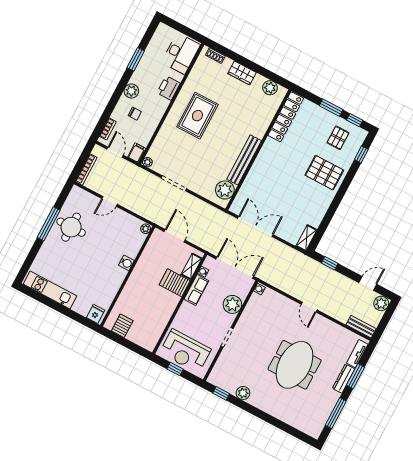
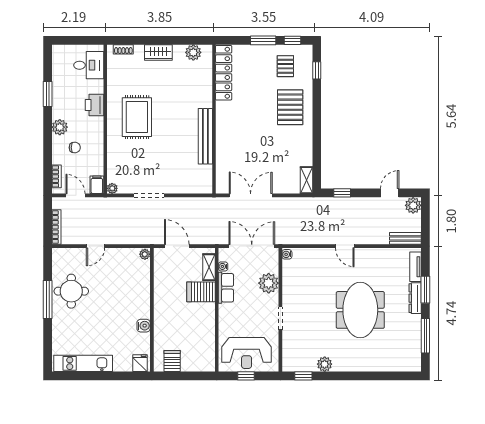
desk: (181, 54) -> (89, 65), width x0.73
pallet: (324, 173) -> (290, 107), turned 90
plant: (225, 190) -> (202, 175), removed
water cooler: (126, 263) -> (144, 326), moved

